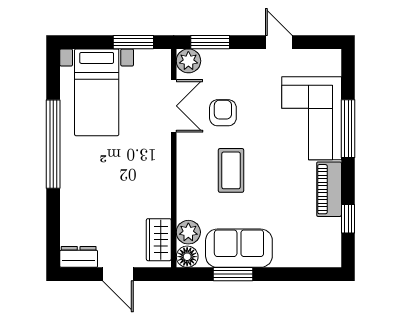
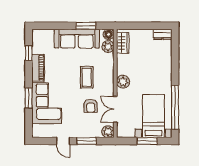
window: (133, 42) -> (147, 141), moved
window: (210, 42) -> (87, 141), moved
window: (348, 129) -> (29, 98), width x0.69
window: (53, 144) -> (175, 107), moved
plant: (158, 161) -> (123, 82), added
sofa: (239, 248) -> (77, 39), width x1.36
door: (118, 274) -> (143, 26), removed

